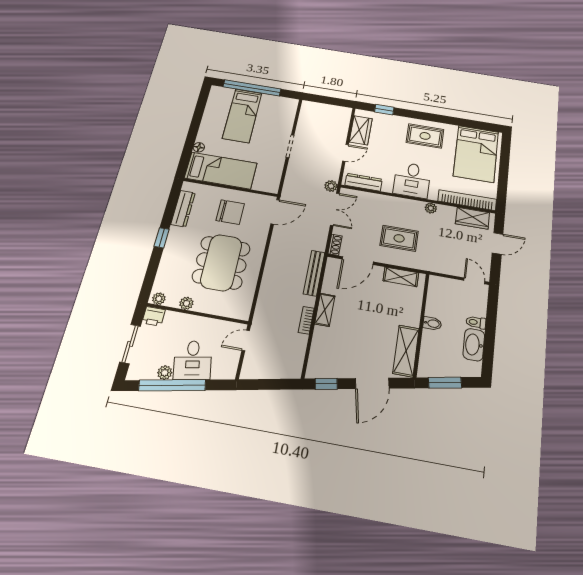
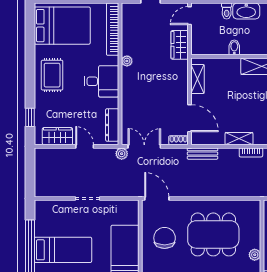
wardrobe: (472, 218) -> (180, 45), moved, turned 180
rug: (399, 238) -> (162, 85), removed
bench: (314, 273) -> (203, 154), width x0.73

